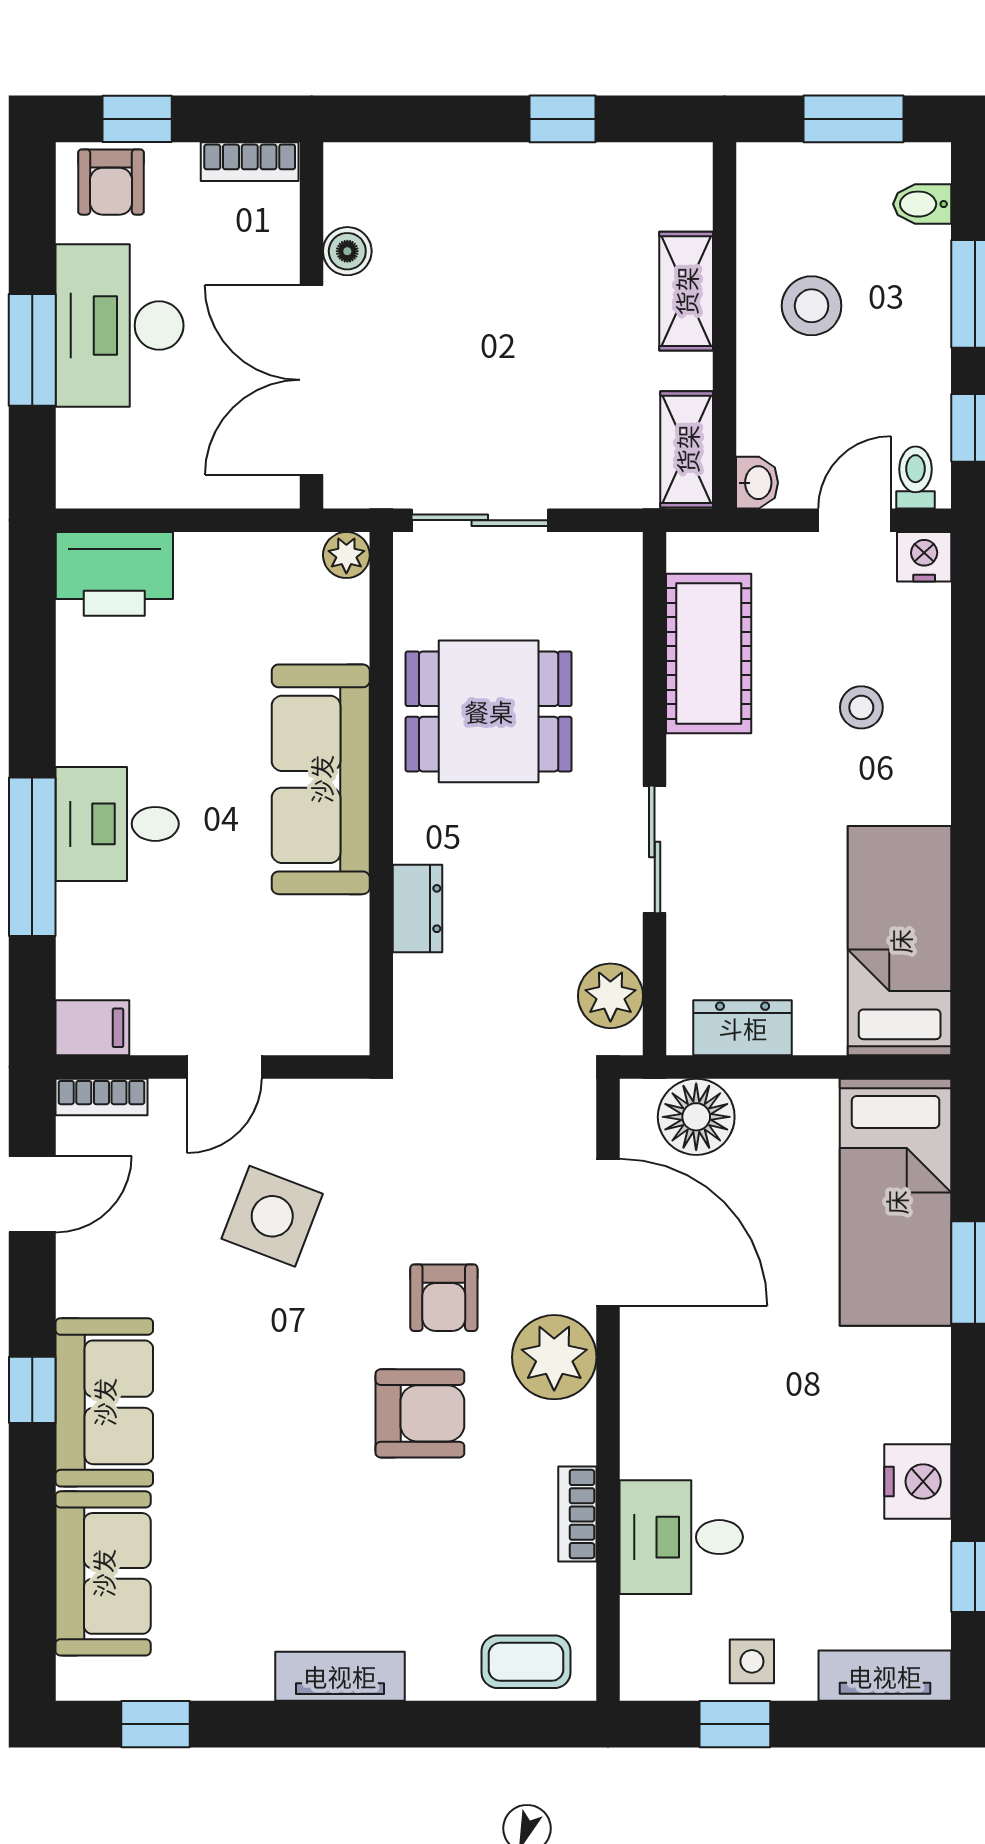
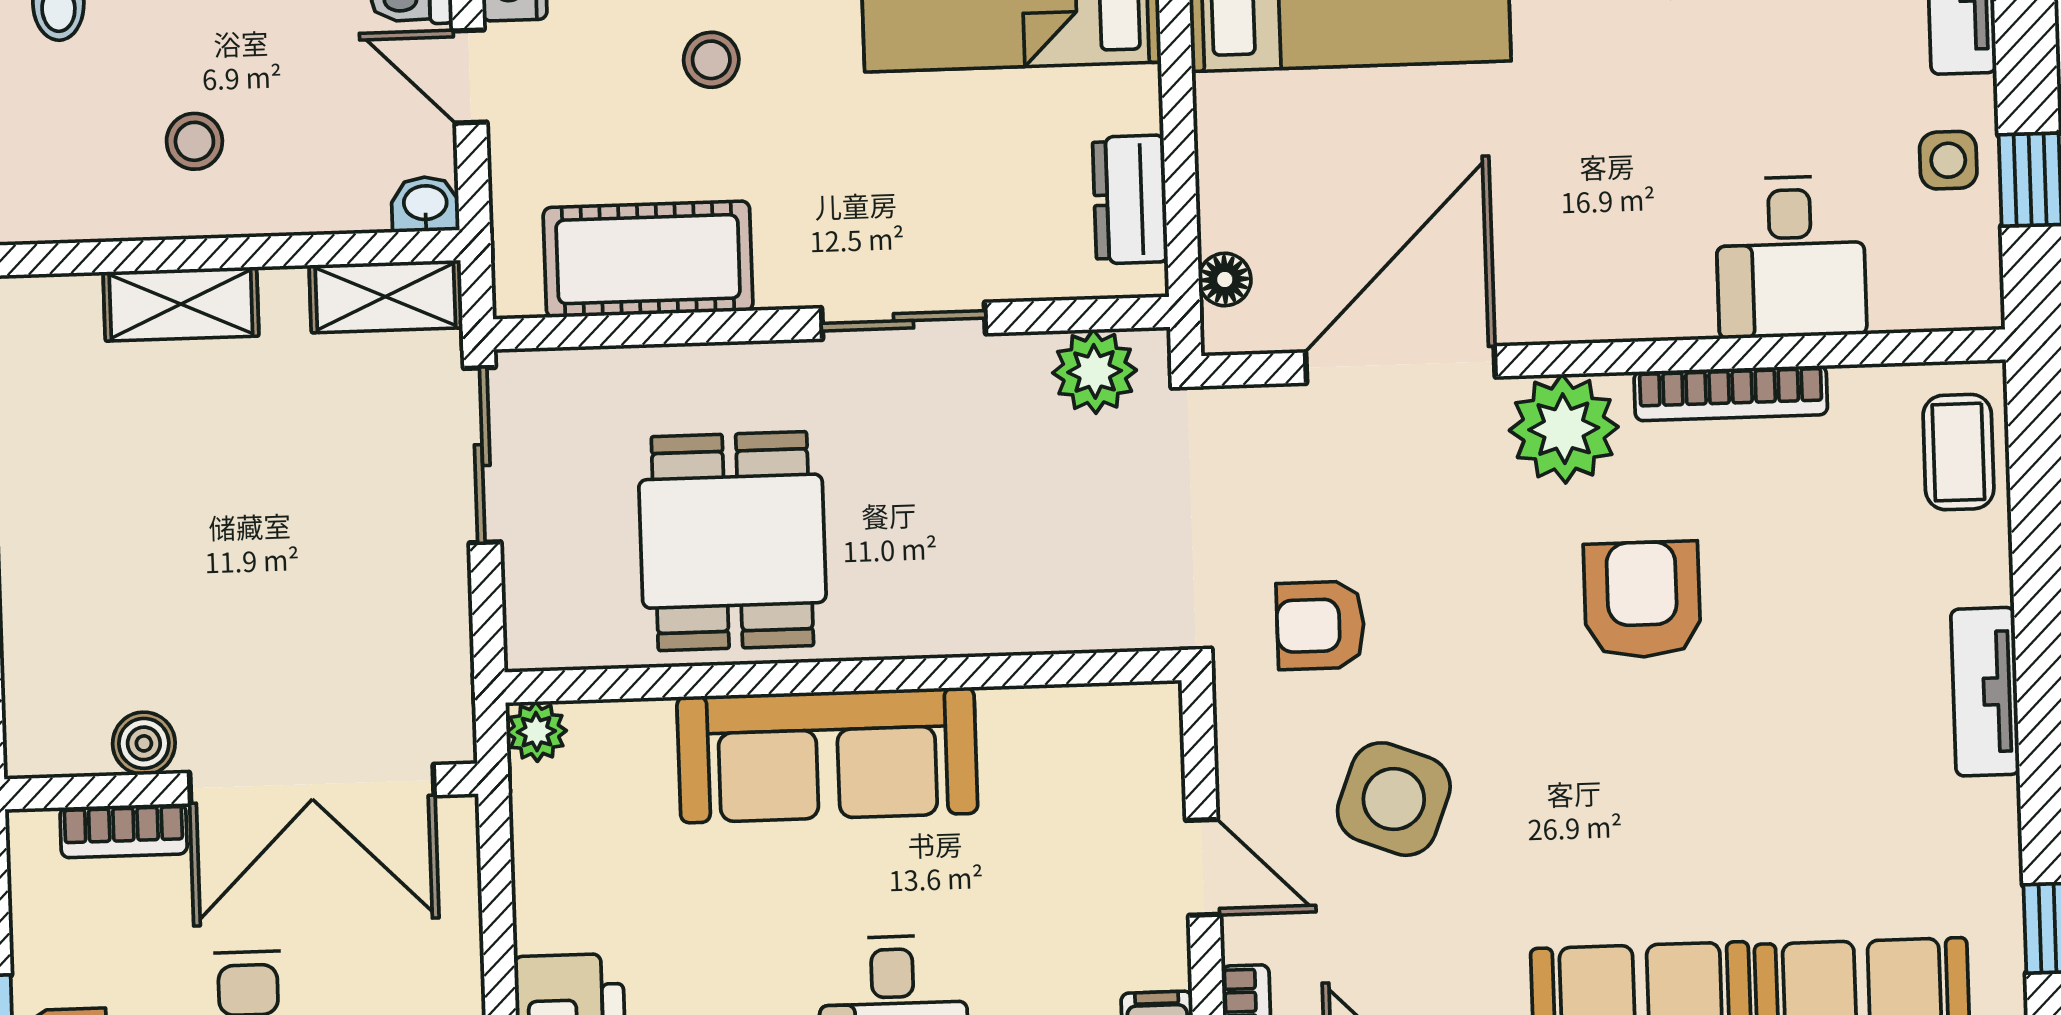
bookcase: (250, 162) -> (124, 831), moved, turned 90
stool: (812, 306) -> (194, 141), width x0.73, depth x0.73
sliding door: (480, 520) -> (482, 455), moved
dresser: (418, 909) -> (990, 624), removed
floor lamp: (696, 1117) -> (1225, 279), width x0.53, depth x0.53
armchair: (444, 1298) -> (1320, 625), moved, turned 180
bookcase: (577, 1514) -> (1731, 393), width x1.56

